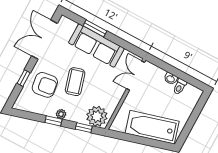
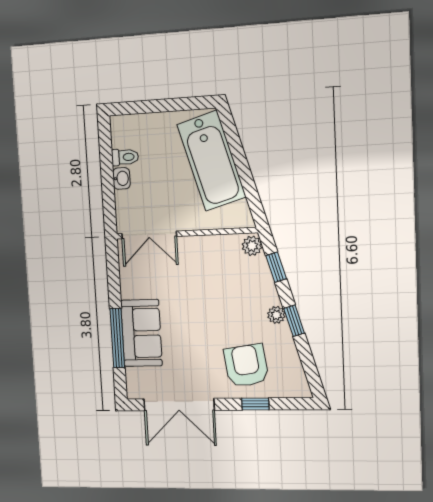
window: (95, 28) -> (117, 338), width x1.44
sofa: (96, 46) -> (141, 333), width x0.73
coffee table: (75, 82) -> (213, 322), removed
plant: (97, 116) -> (252, 246), width x0.53, depth x0.53

